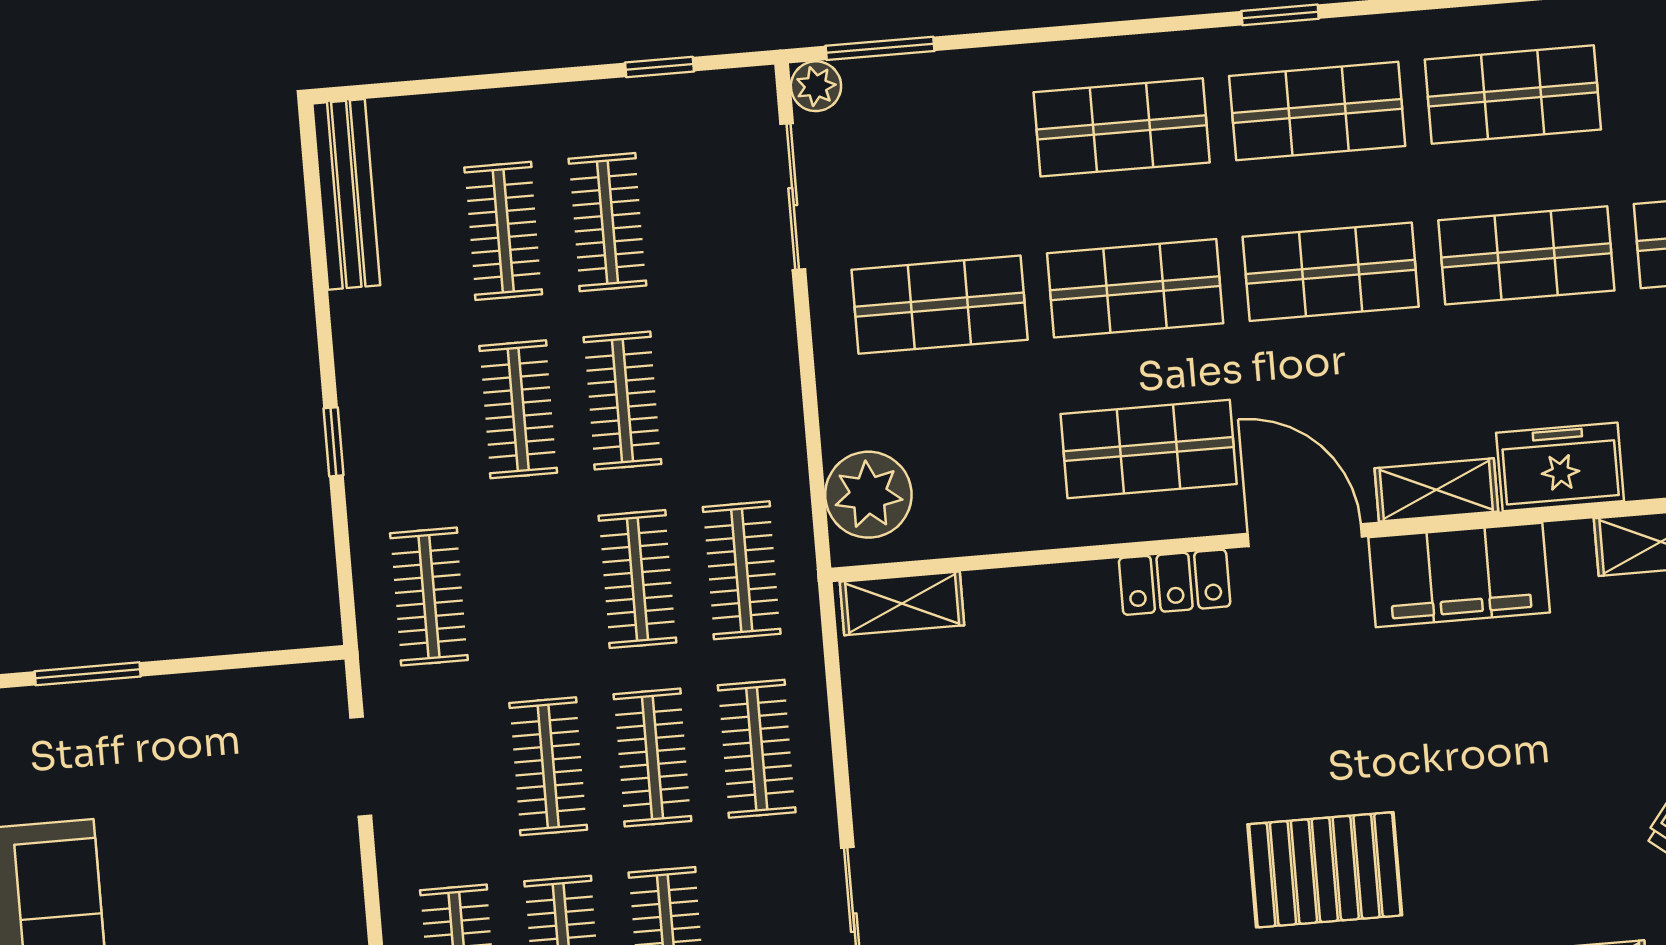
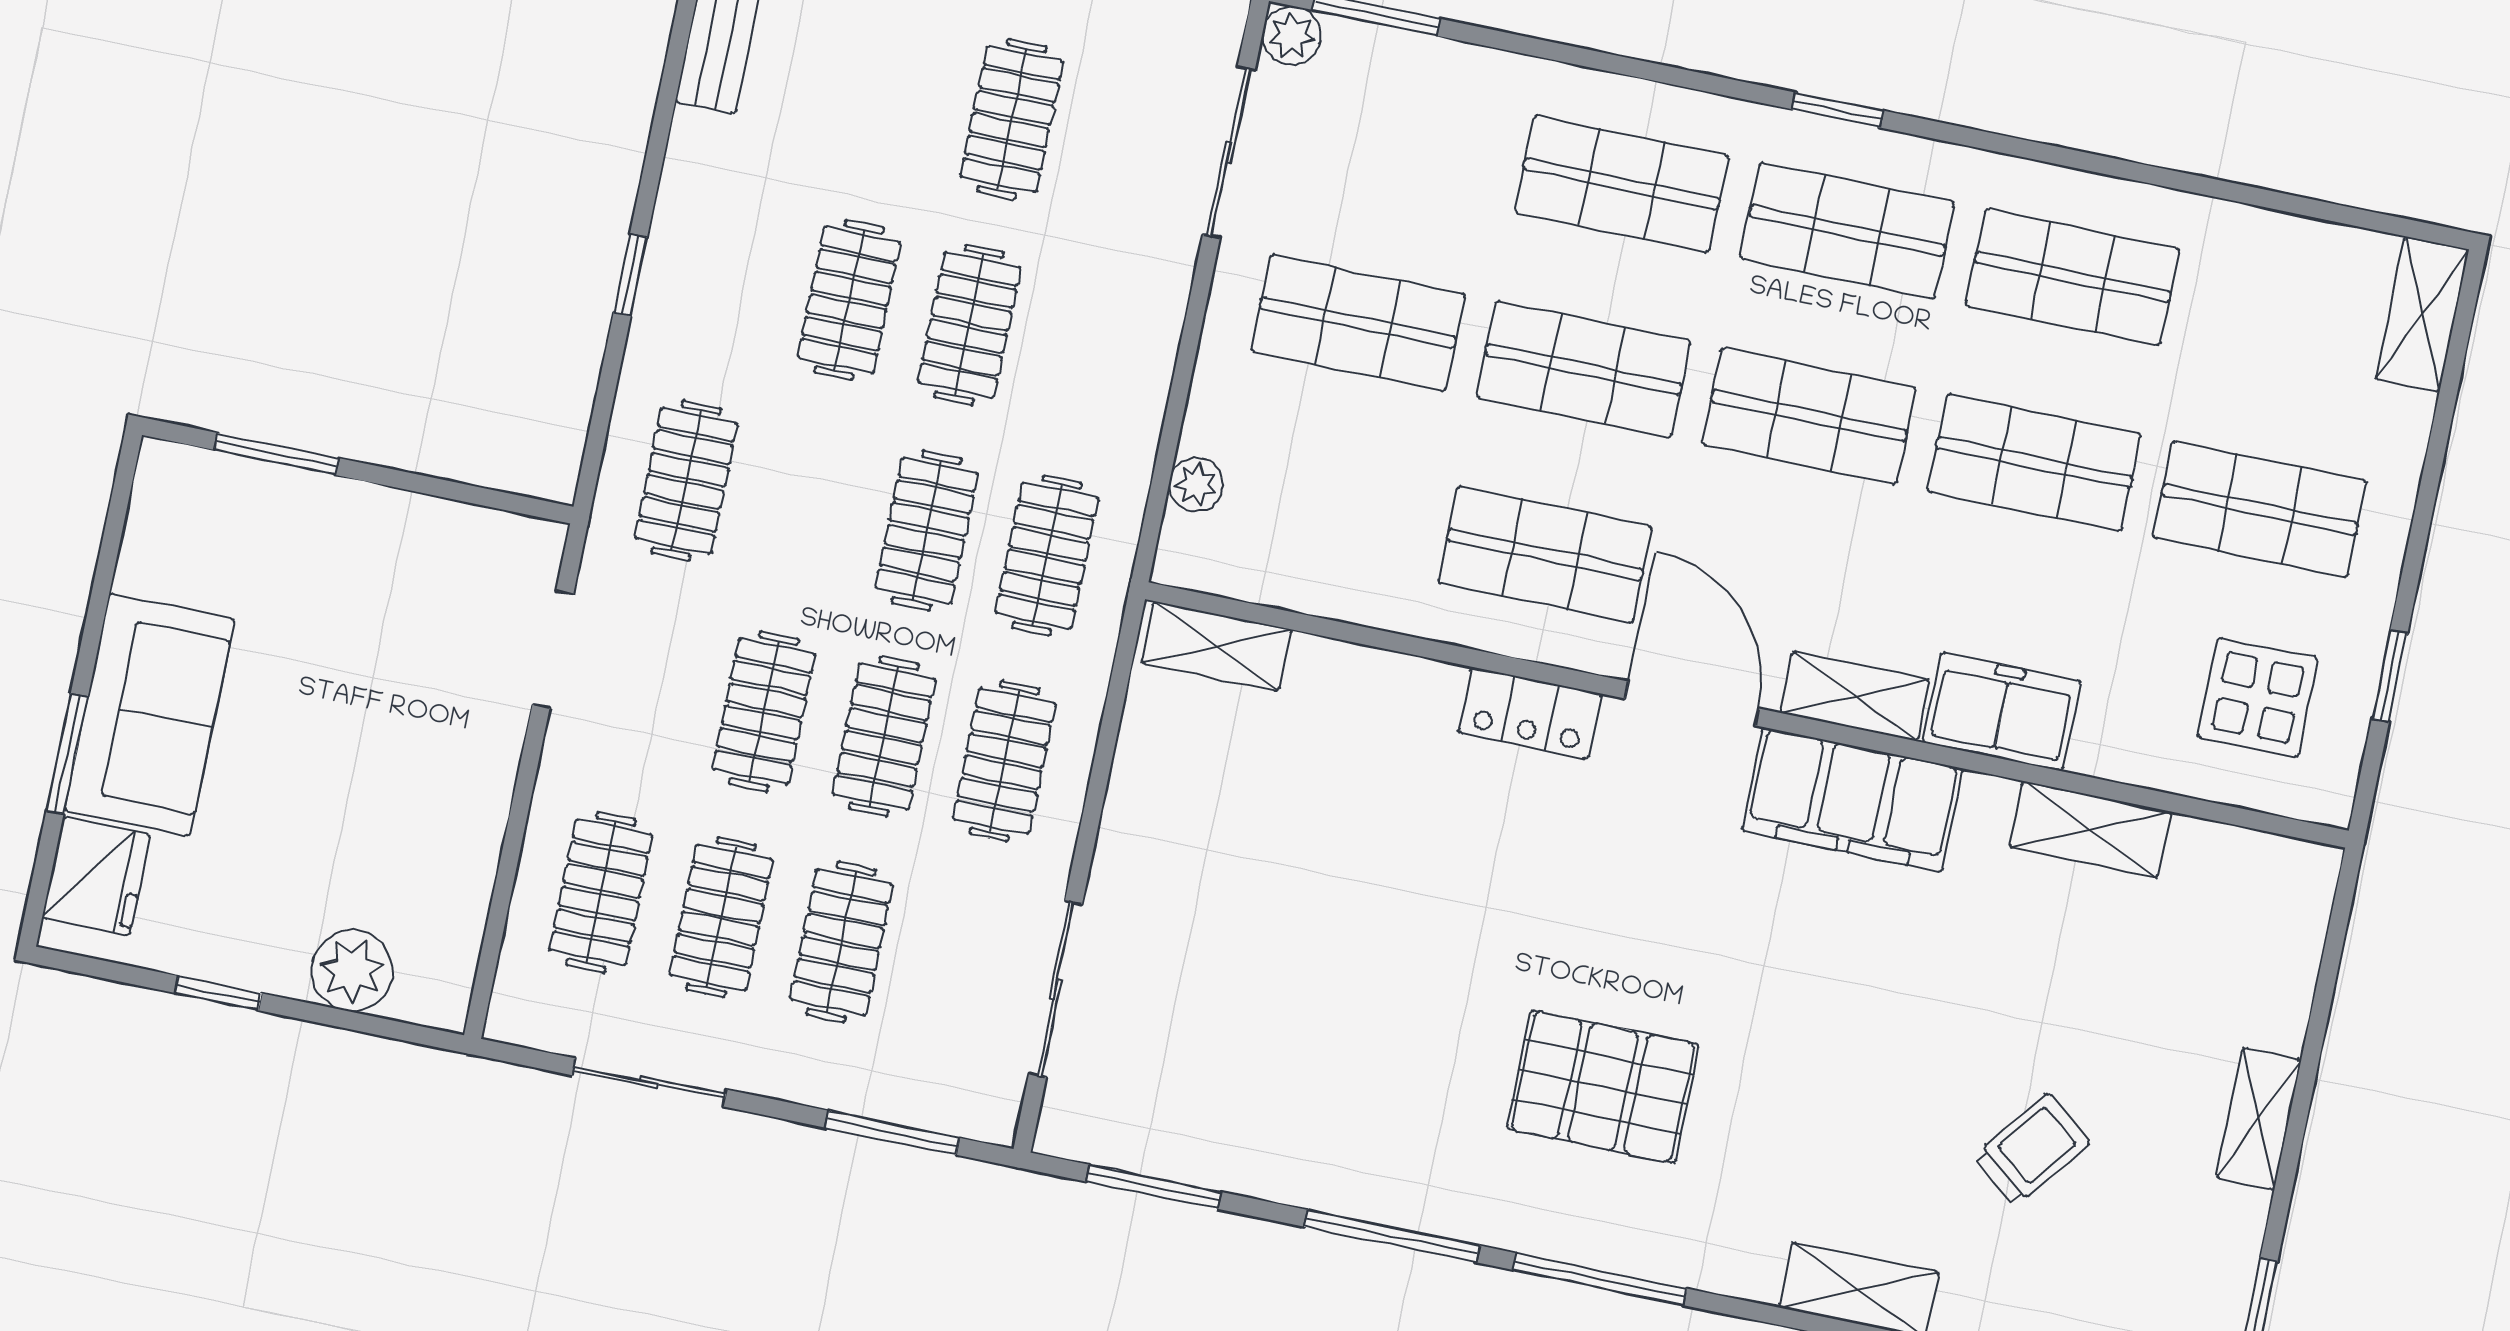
clothes rail: (503, 231) -> (892, 94), removed
plant: (868, 495) -> (1196, 485), width x0.53, depth x0.53

